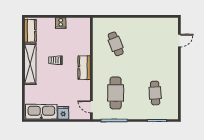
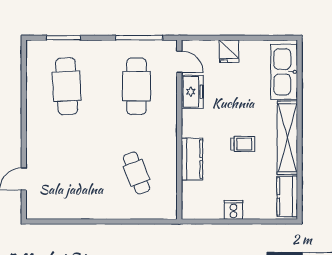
kitchen counter: (84, 68) -> (192, 159), moved
freezer: (84, 90) -> (192, 92), added
cafe table: (155, 93) -> (67, 86), width x1.37, depth x1.35
kitchen sink: (41, 112) -> (284, 72), moved, turned 90

